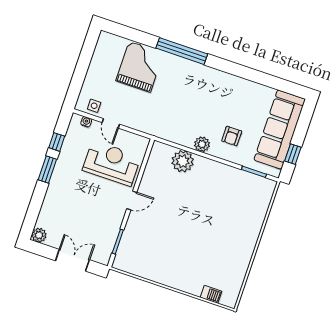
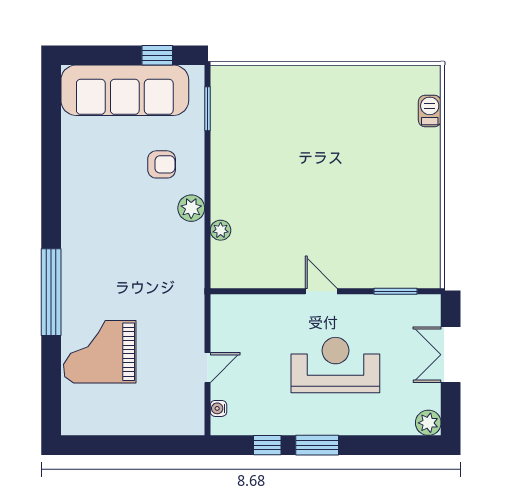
side table: (94, 106) -> (188, 404), removed
plant: (183, 161) -> (221, 230), width x0.53, depth x0.53
reception desk: (112, 163) -> (335, 365), moved, turned 90

